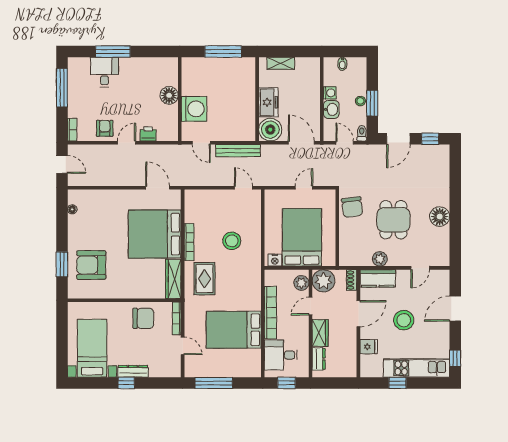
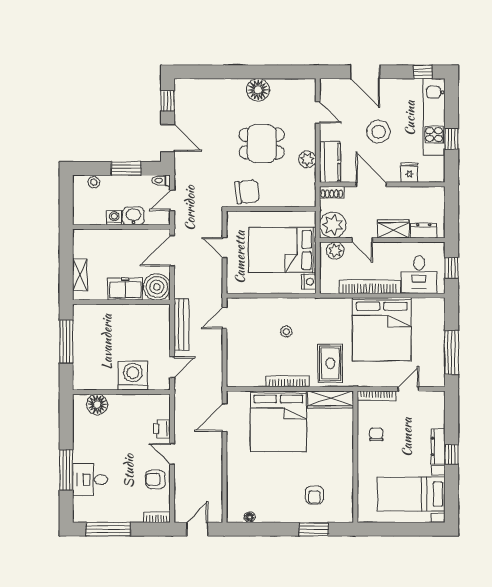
bidet: (342, 64) -> (80, 203), removed
floor lamp: (169, 95) -> (97, 404), moved
stool: (360, 101) -> (94, 182), moved
stool: (232, 241) -> (286, 332), width x0.53, depth x0.53
armchair: (91, 265) -> (314, 495), width x0.53, depth x0.53
rug: (205, 279) -> (330, 363), turned 90
chair: (143, 318) -> (376, 434), width x0.54, depth x0.54
bed: (234, 330) -> (382, 329), width x1.36

